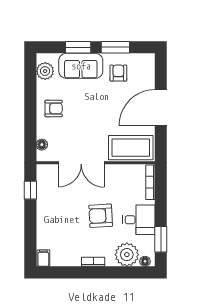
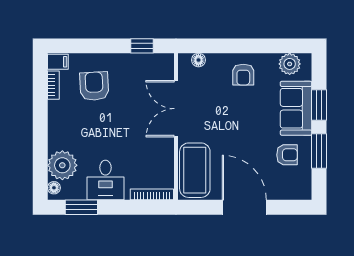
armchair: (101, 216) -> (94, 86), moved
bookcase: (93, 262) -> (53, 85), moved

